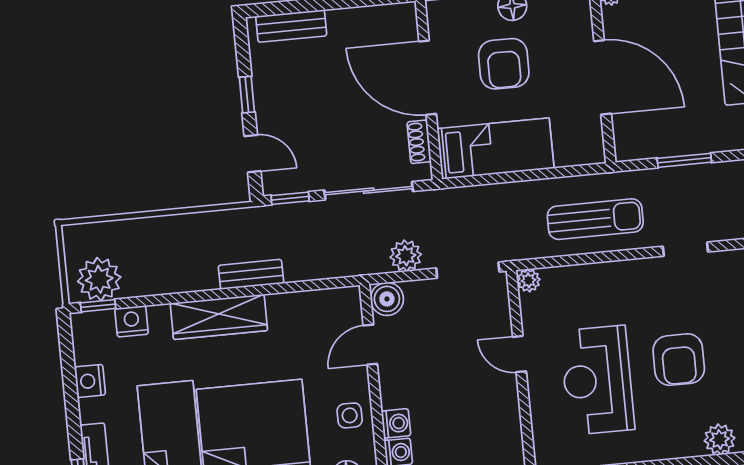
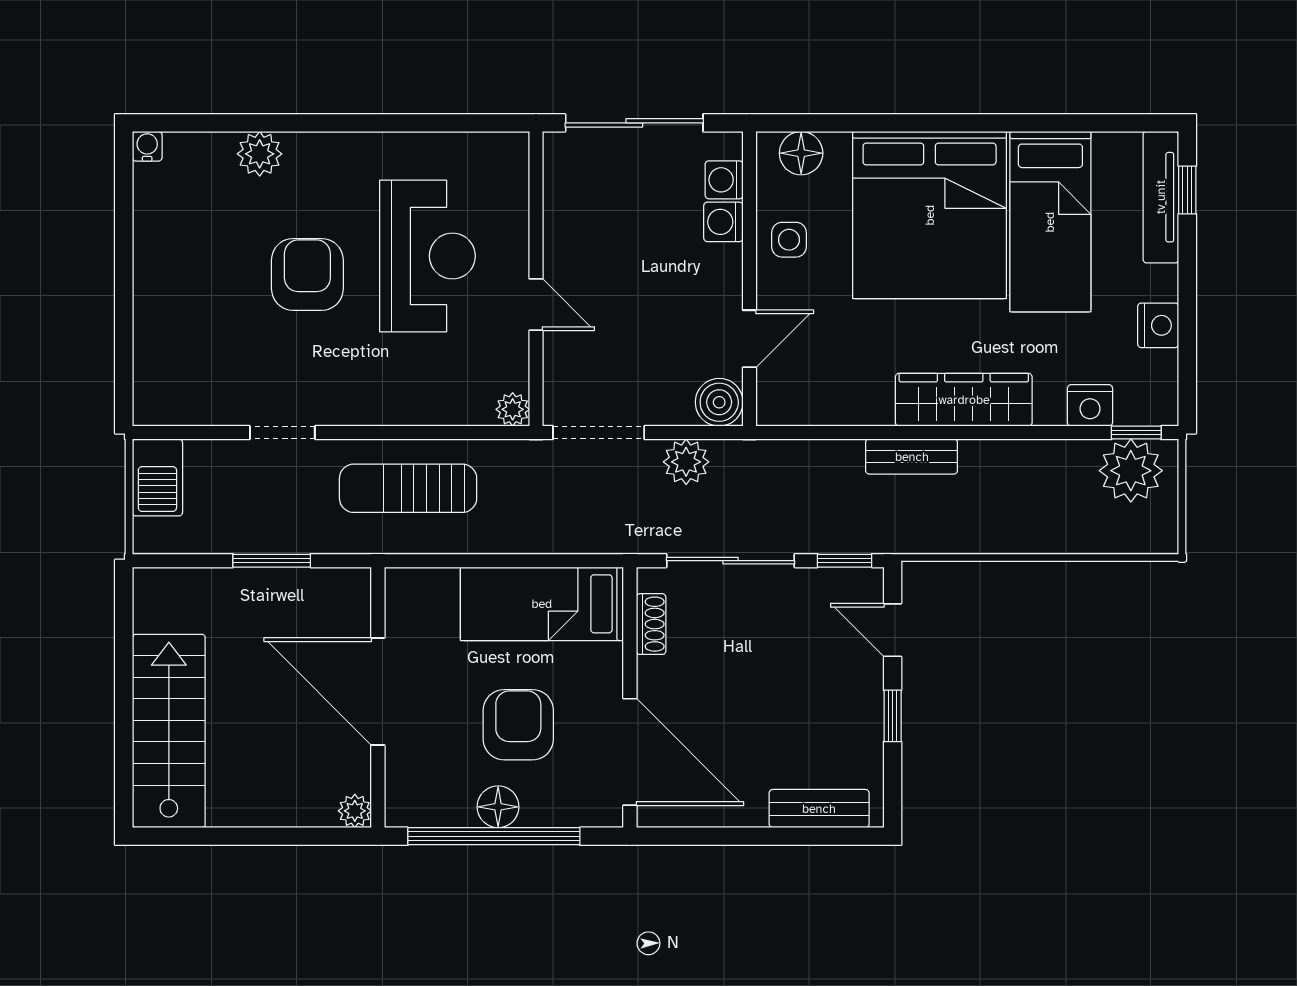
door: (428, 78) -> (630, 752), moved

